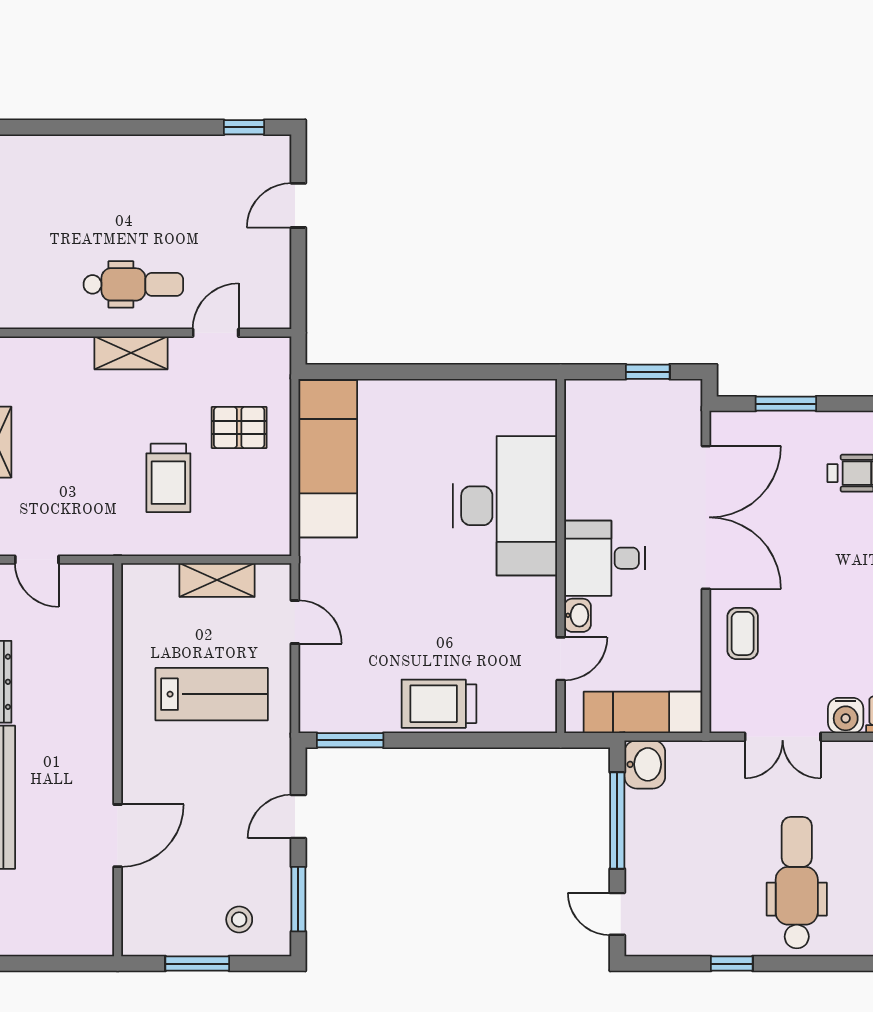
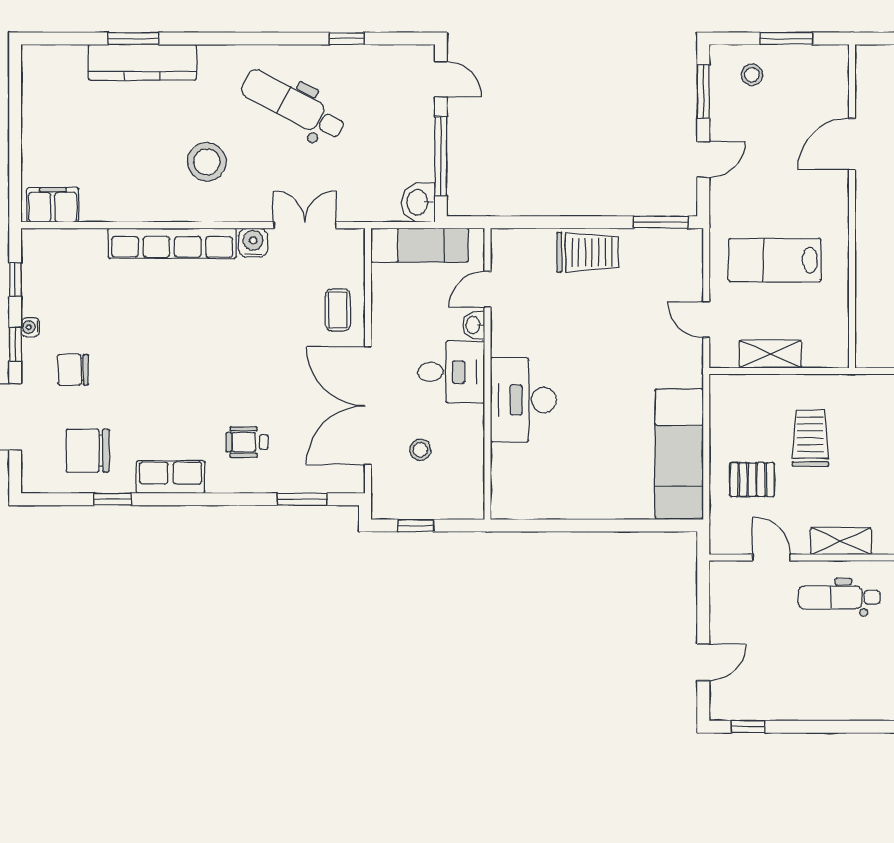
door: (216, 333) -> (771, 558), swing flipped
stool: (642, 464) -> (420, 450), added
desk: (505, 506) -> (523, 400), width x0.73, depth x0.77
dental chair: (797, 883) -> (293, 105), turned 118

